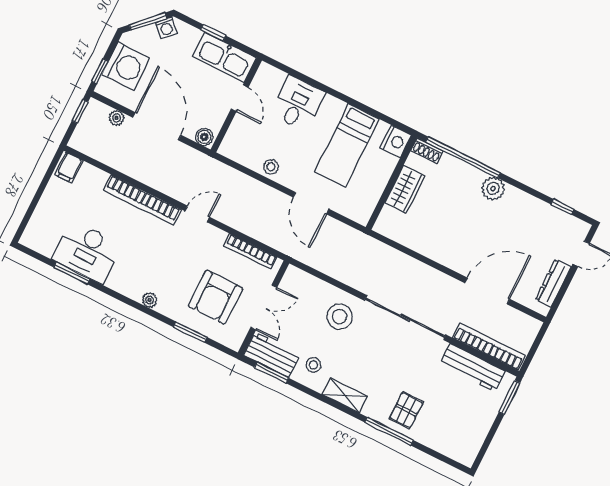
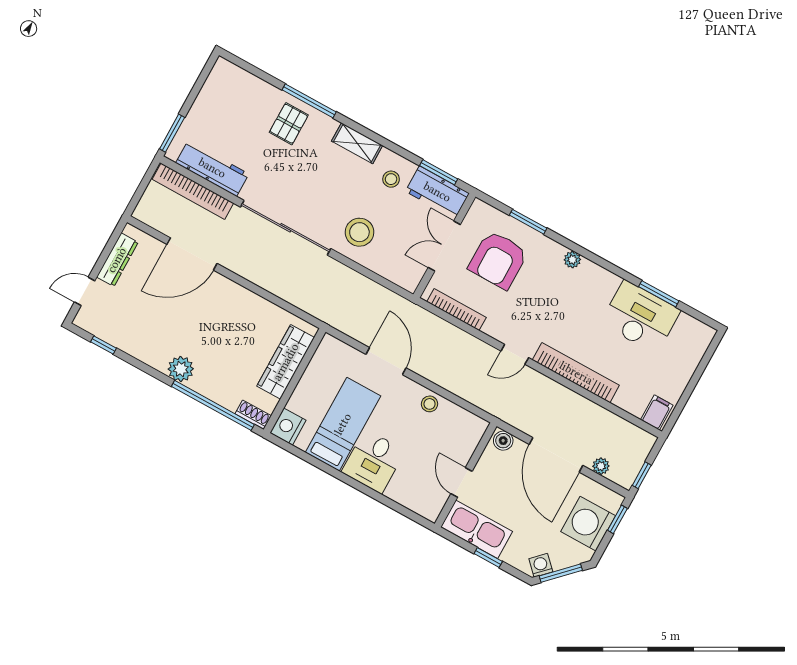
desk: (298, 103) -> (373, 461), moved
wardrobe: (405, 189) -> (286, 362), width x1.50
armchair: (215, 297) -> (498, 260), turned 180

